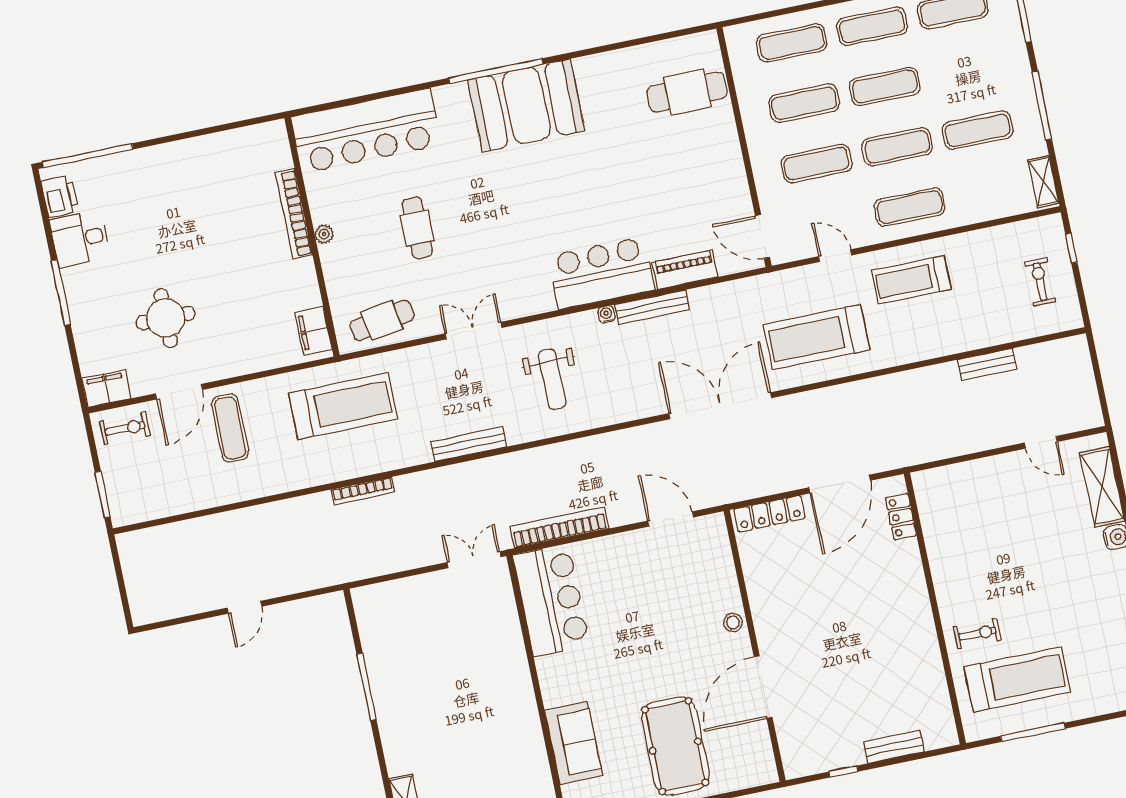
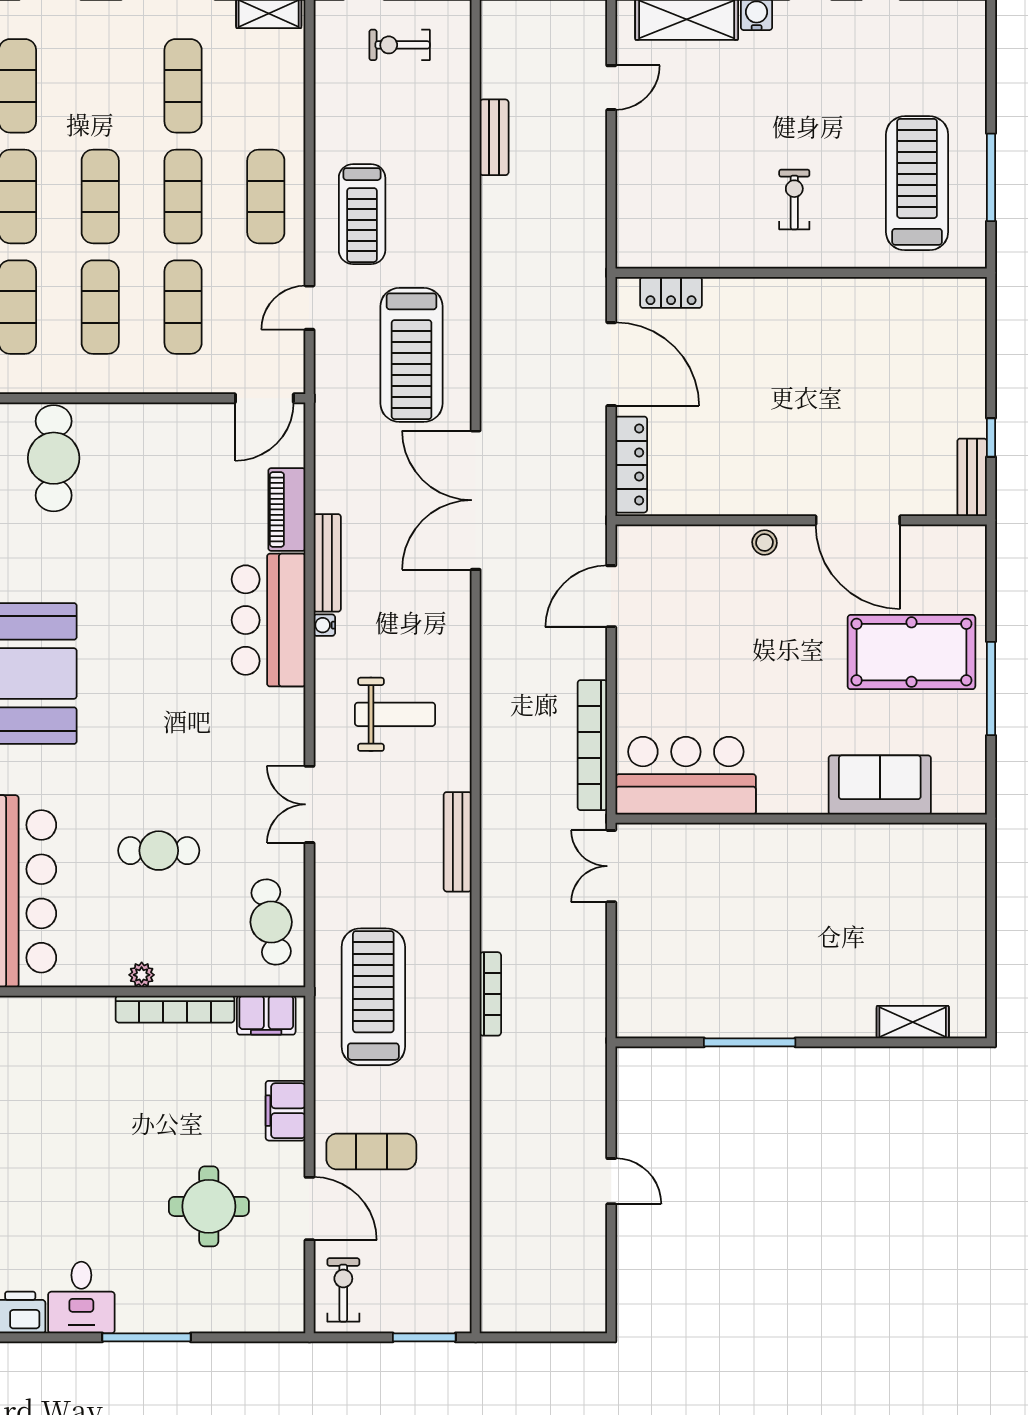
bookcase: (294, 214) -> (175, 1009), moved
filing cabinet: (106, 388) -> (286, 1111), moved
exercise bike: (977, 634) -> (794, 199), moved
bench: (894, 747) -> (972, 477), moved

